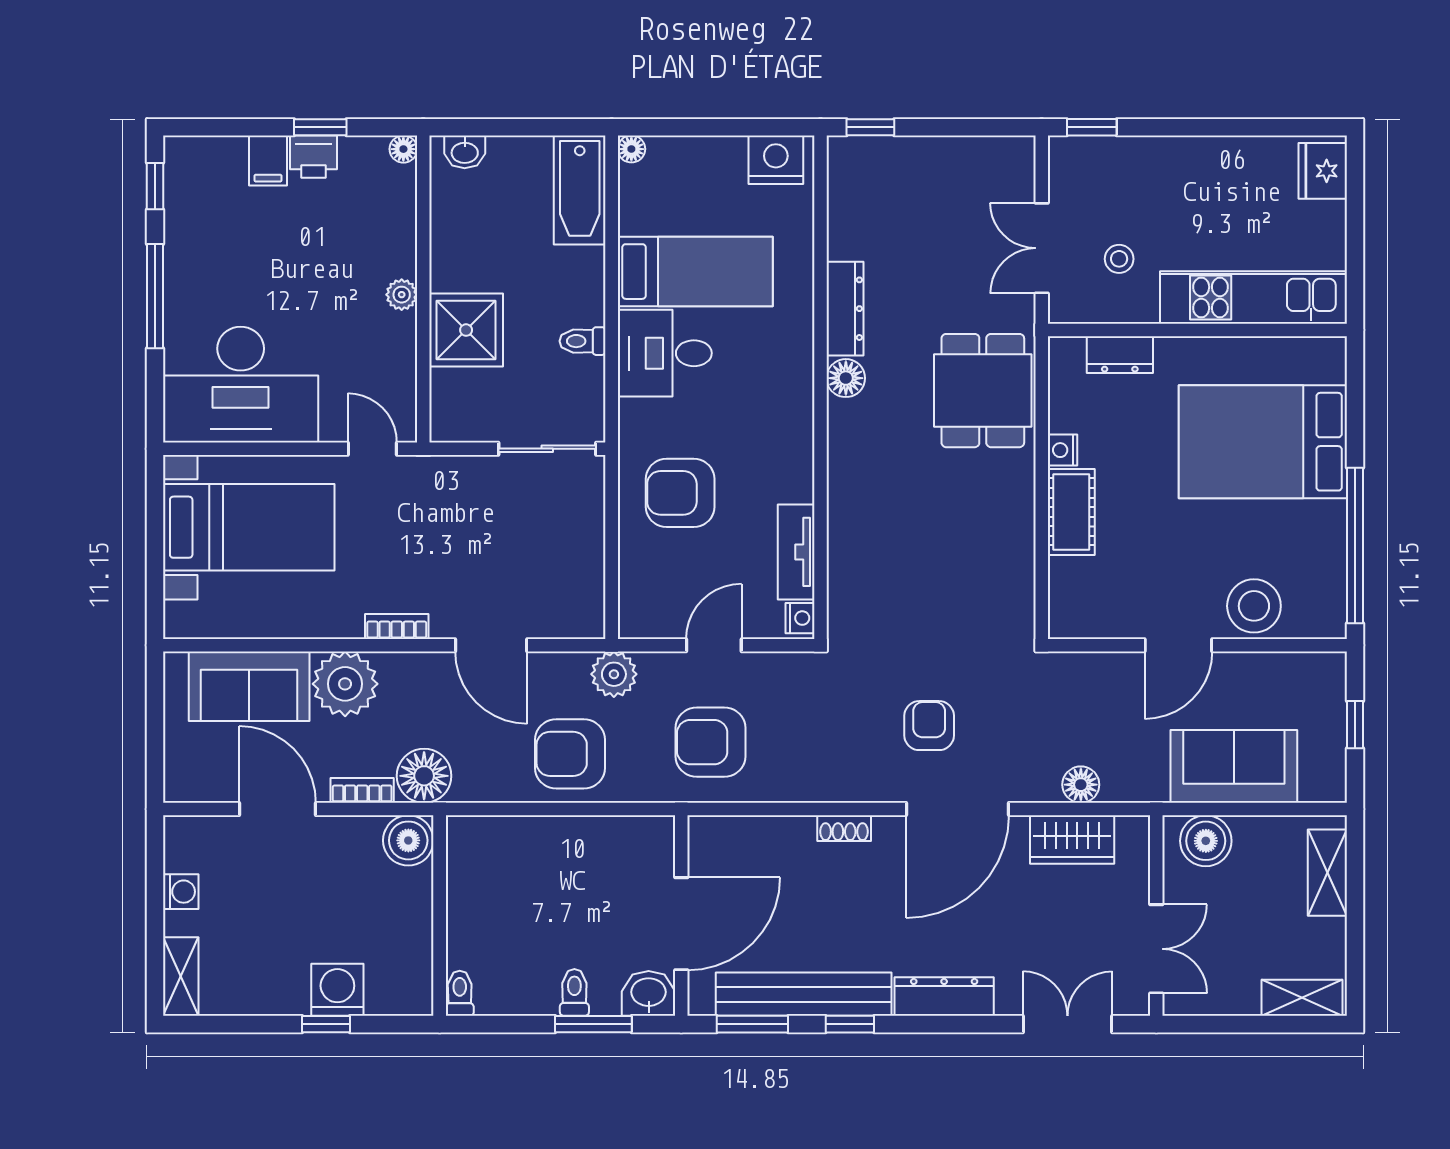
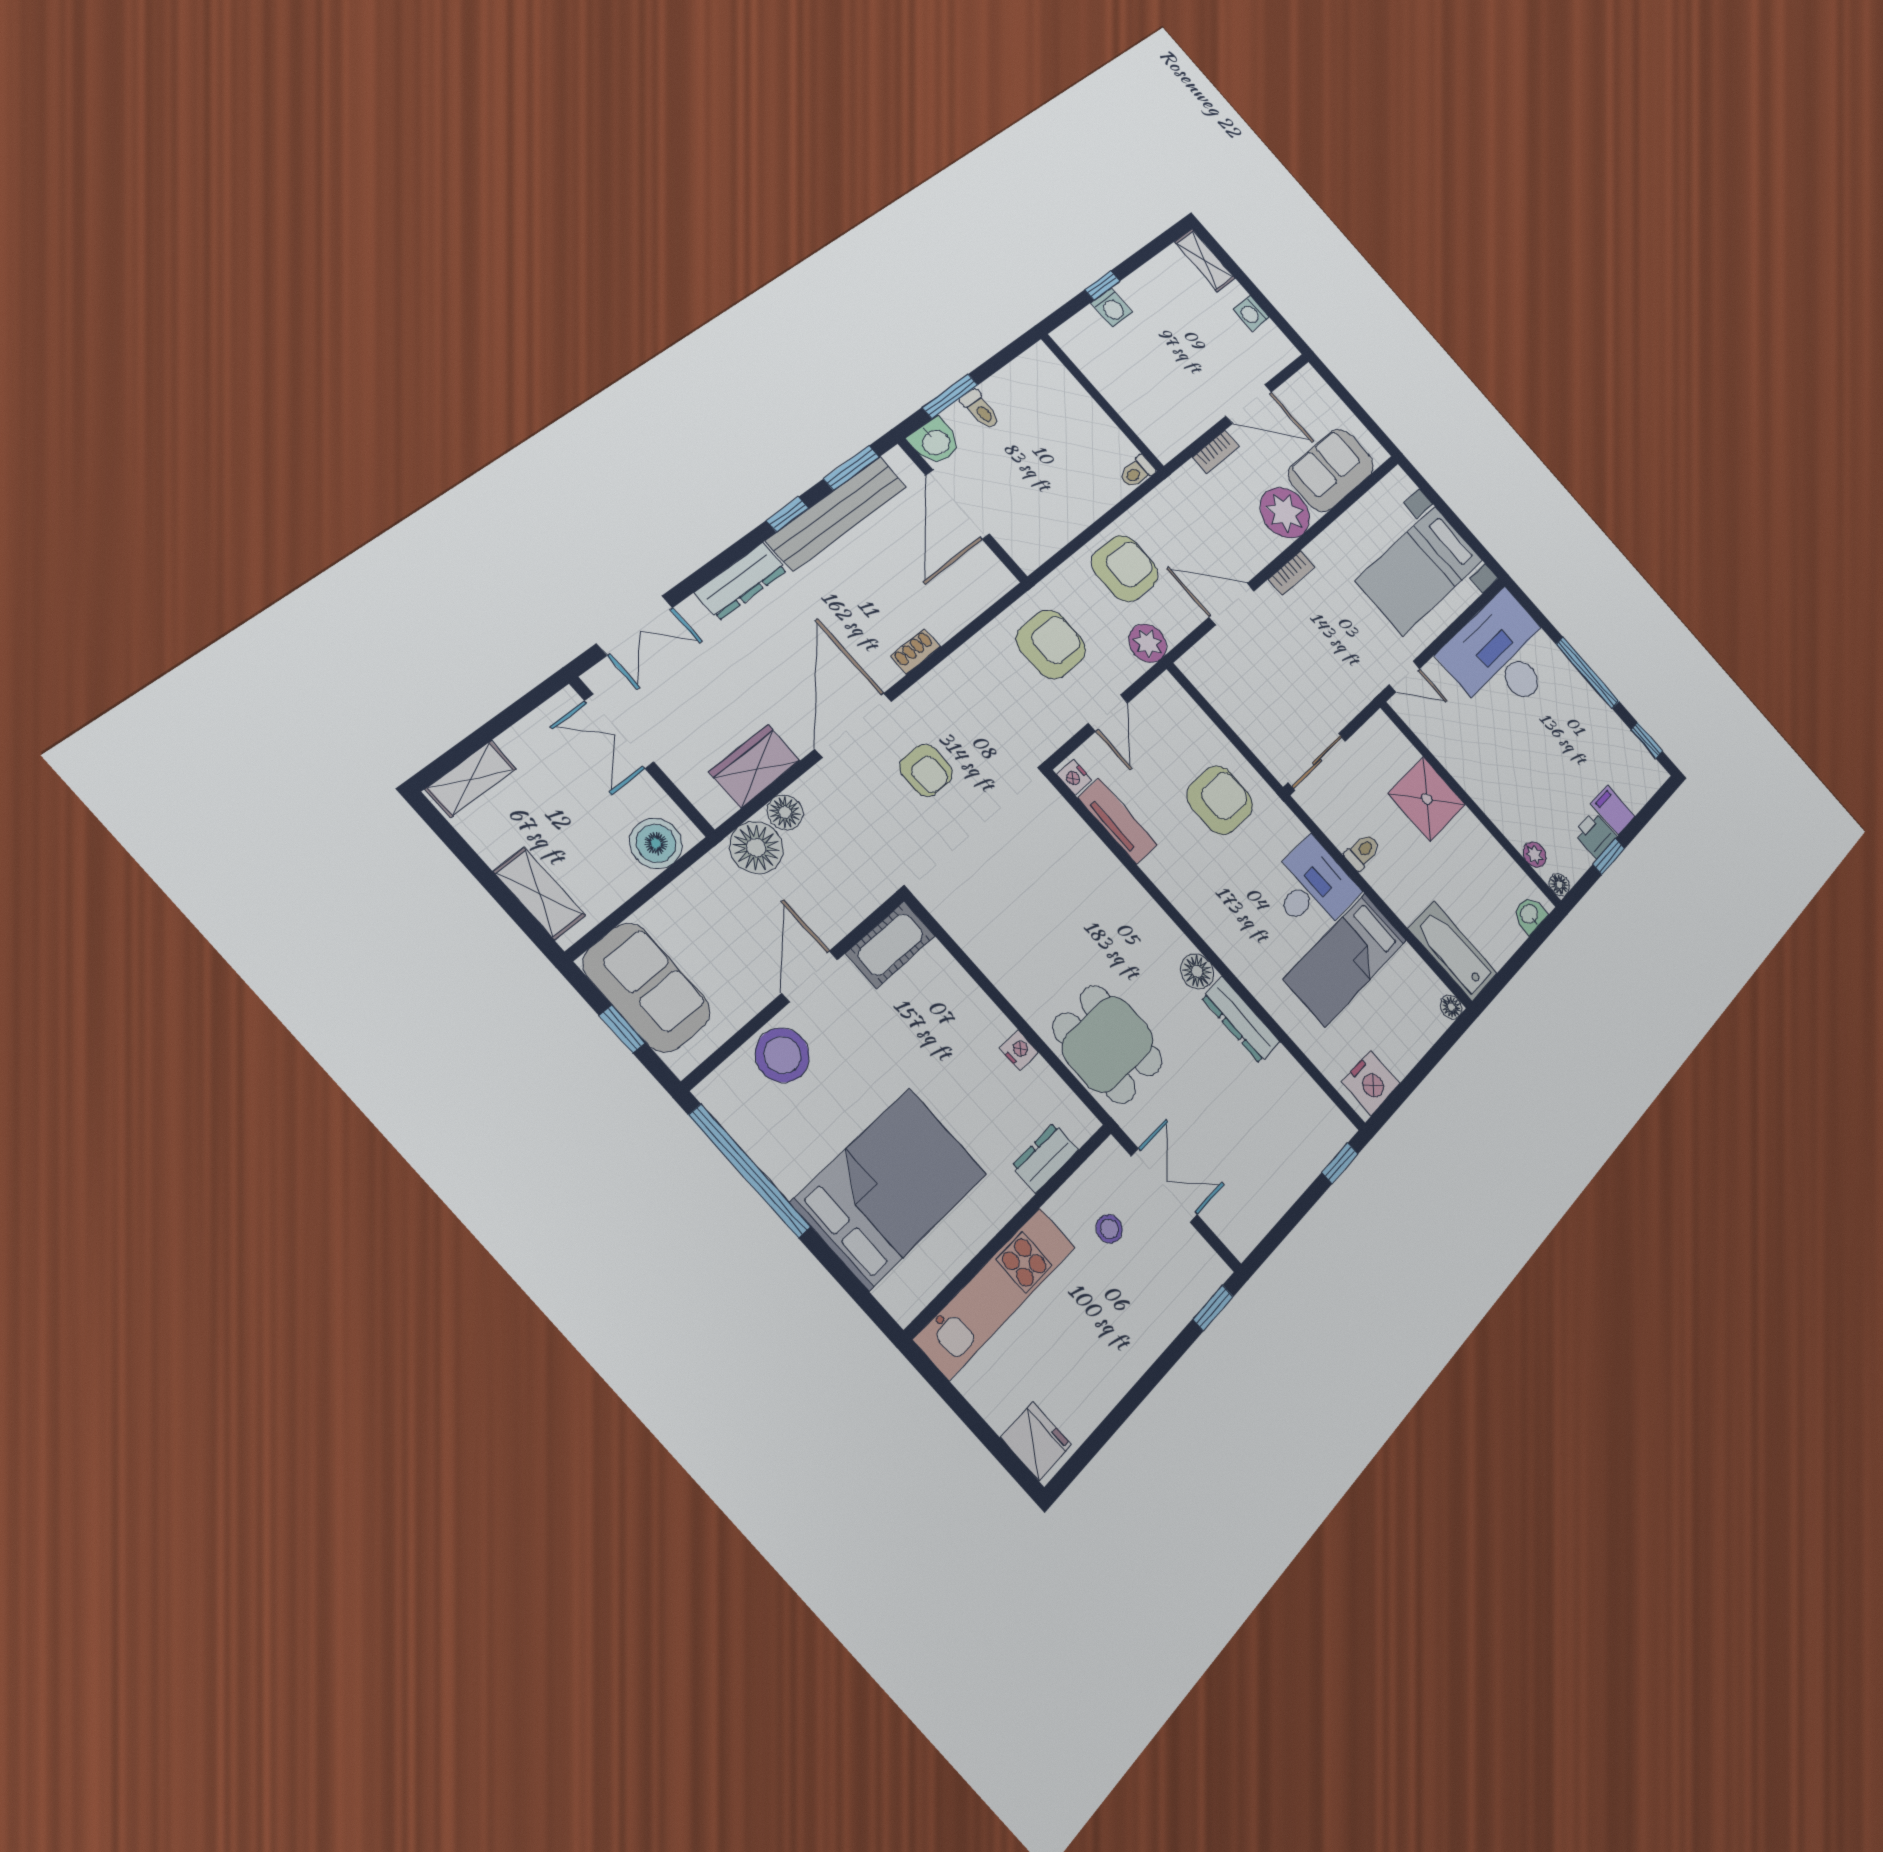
plant: (402, 295) -> (1535, 855), moved
cot: (1071, 512) -> (891, 945), moved, turned 90
sofa: (1234, 766) -> (647, 988), moved, turned -90
floor lamp: (424, 776) -> (756, 847), moved
boiler: (408, 840) -> (1163, 439), removed
washing machine: (337, 990) -> (1112, 308), width x0.73, depth x0.73
toilet: (460, 993) -> (1137, 472), moved, turned 90

